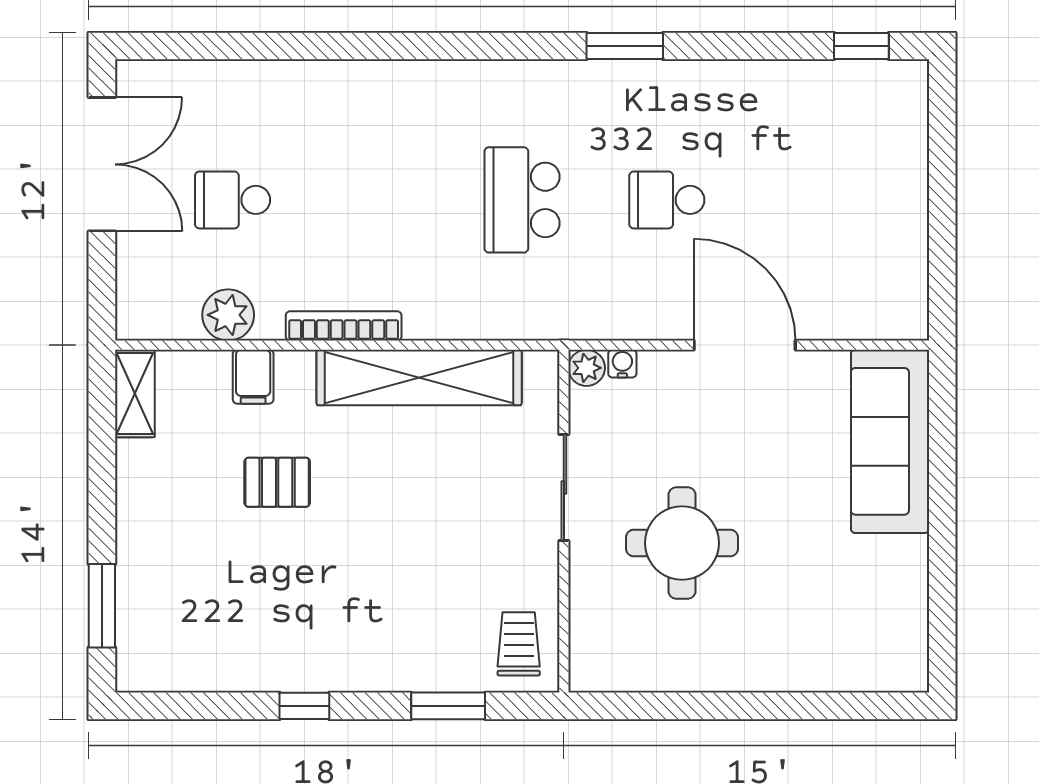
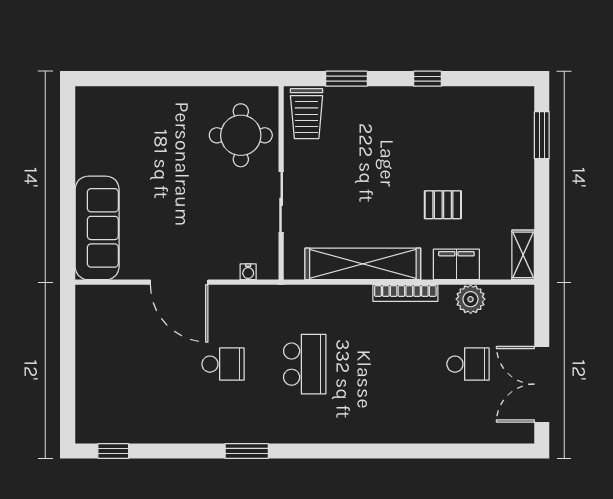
plant: (587, 368) -> (268, 269), removed
filing cabinet: (253, 377) -> (456, 264), width x2.00
round table: (682, 543) -> (241, 135), moved
trolley: (519, 644) -> (307, 114), width x1.36, depth x1.39

